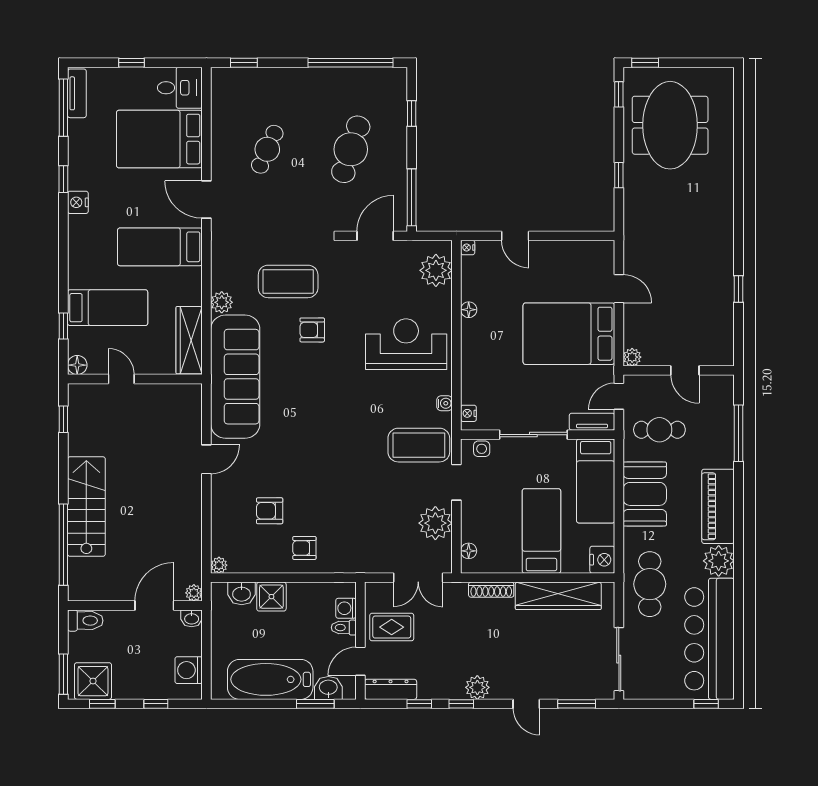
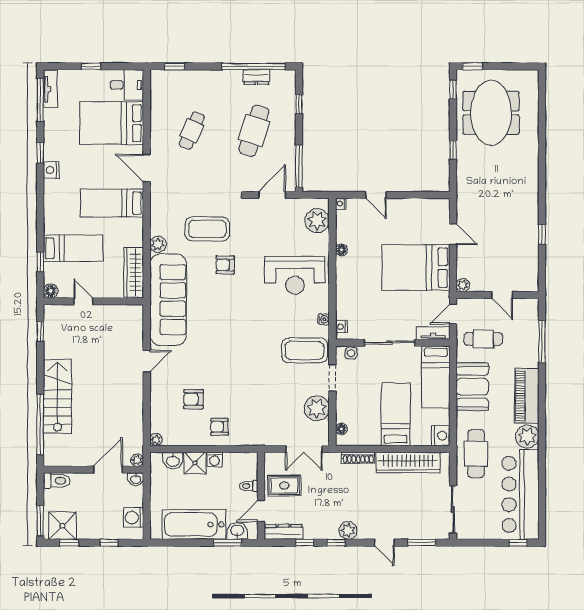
dresser: (354, 77) -> (256, 77), added
reception desk: (406, 344) -> (295, 275), turned 180
washing machine: (346, 608) -> (215, 460), moved, turned -90

